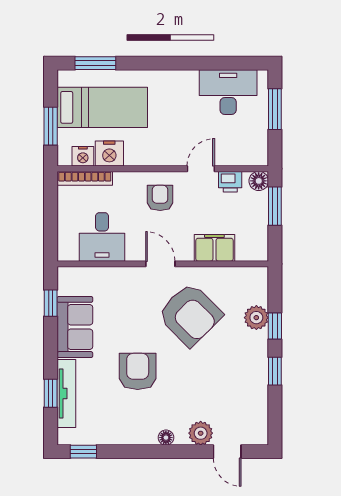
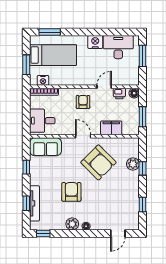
nightstand: (109, 153) -> (95, 42), moved, turned 180
window: (275, 206) -> (143, 117), moved
desk: (102, 237) -> (42, 121), moved, turned 90
window: (51, 303) -> (26, 167), moved
sofa: (75, 327) -> (46, 147), moved, turned 90
window: (275, 371) -> (143, 204), moved
plant: (201, 433) -> (72, 224), moved
door: (227, 452) -> (118, 234), hinge flipped

